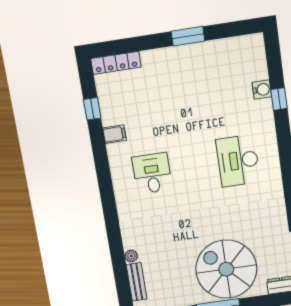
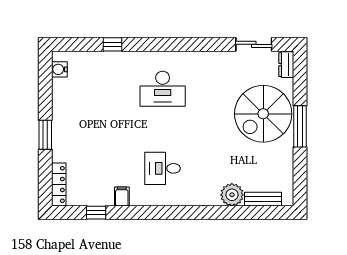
window: (188, 36) -> (45, 135), moved
water cooler: (262, 90) -> (59, 69), moved, turned -90
plant: (131, 256) -> (232, 195), width x1.88, depth x1.88

